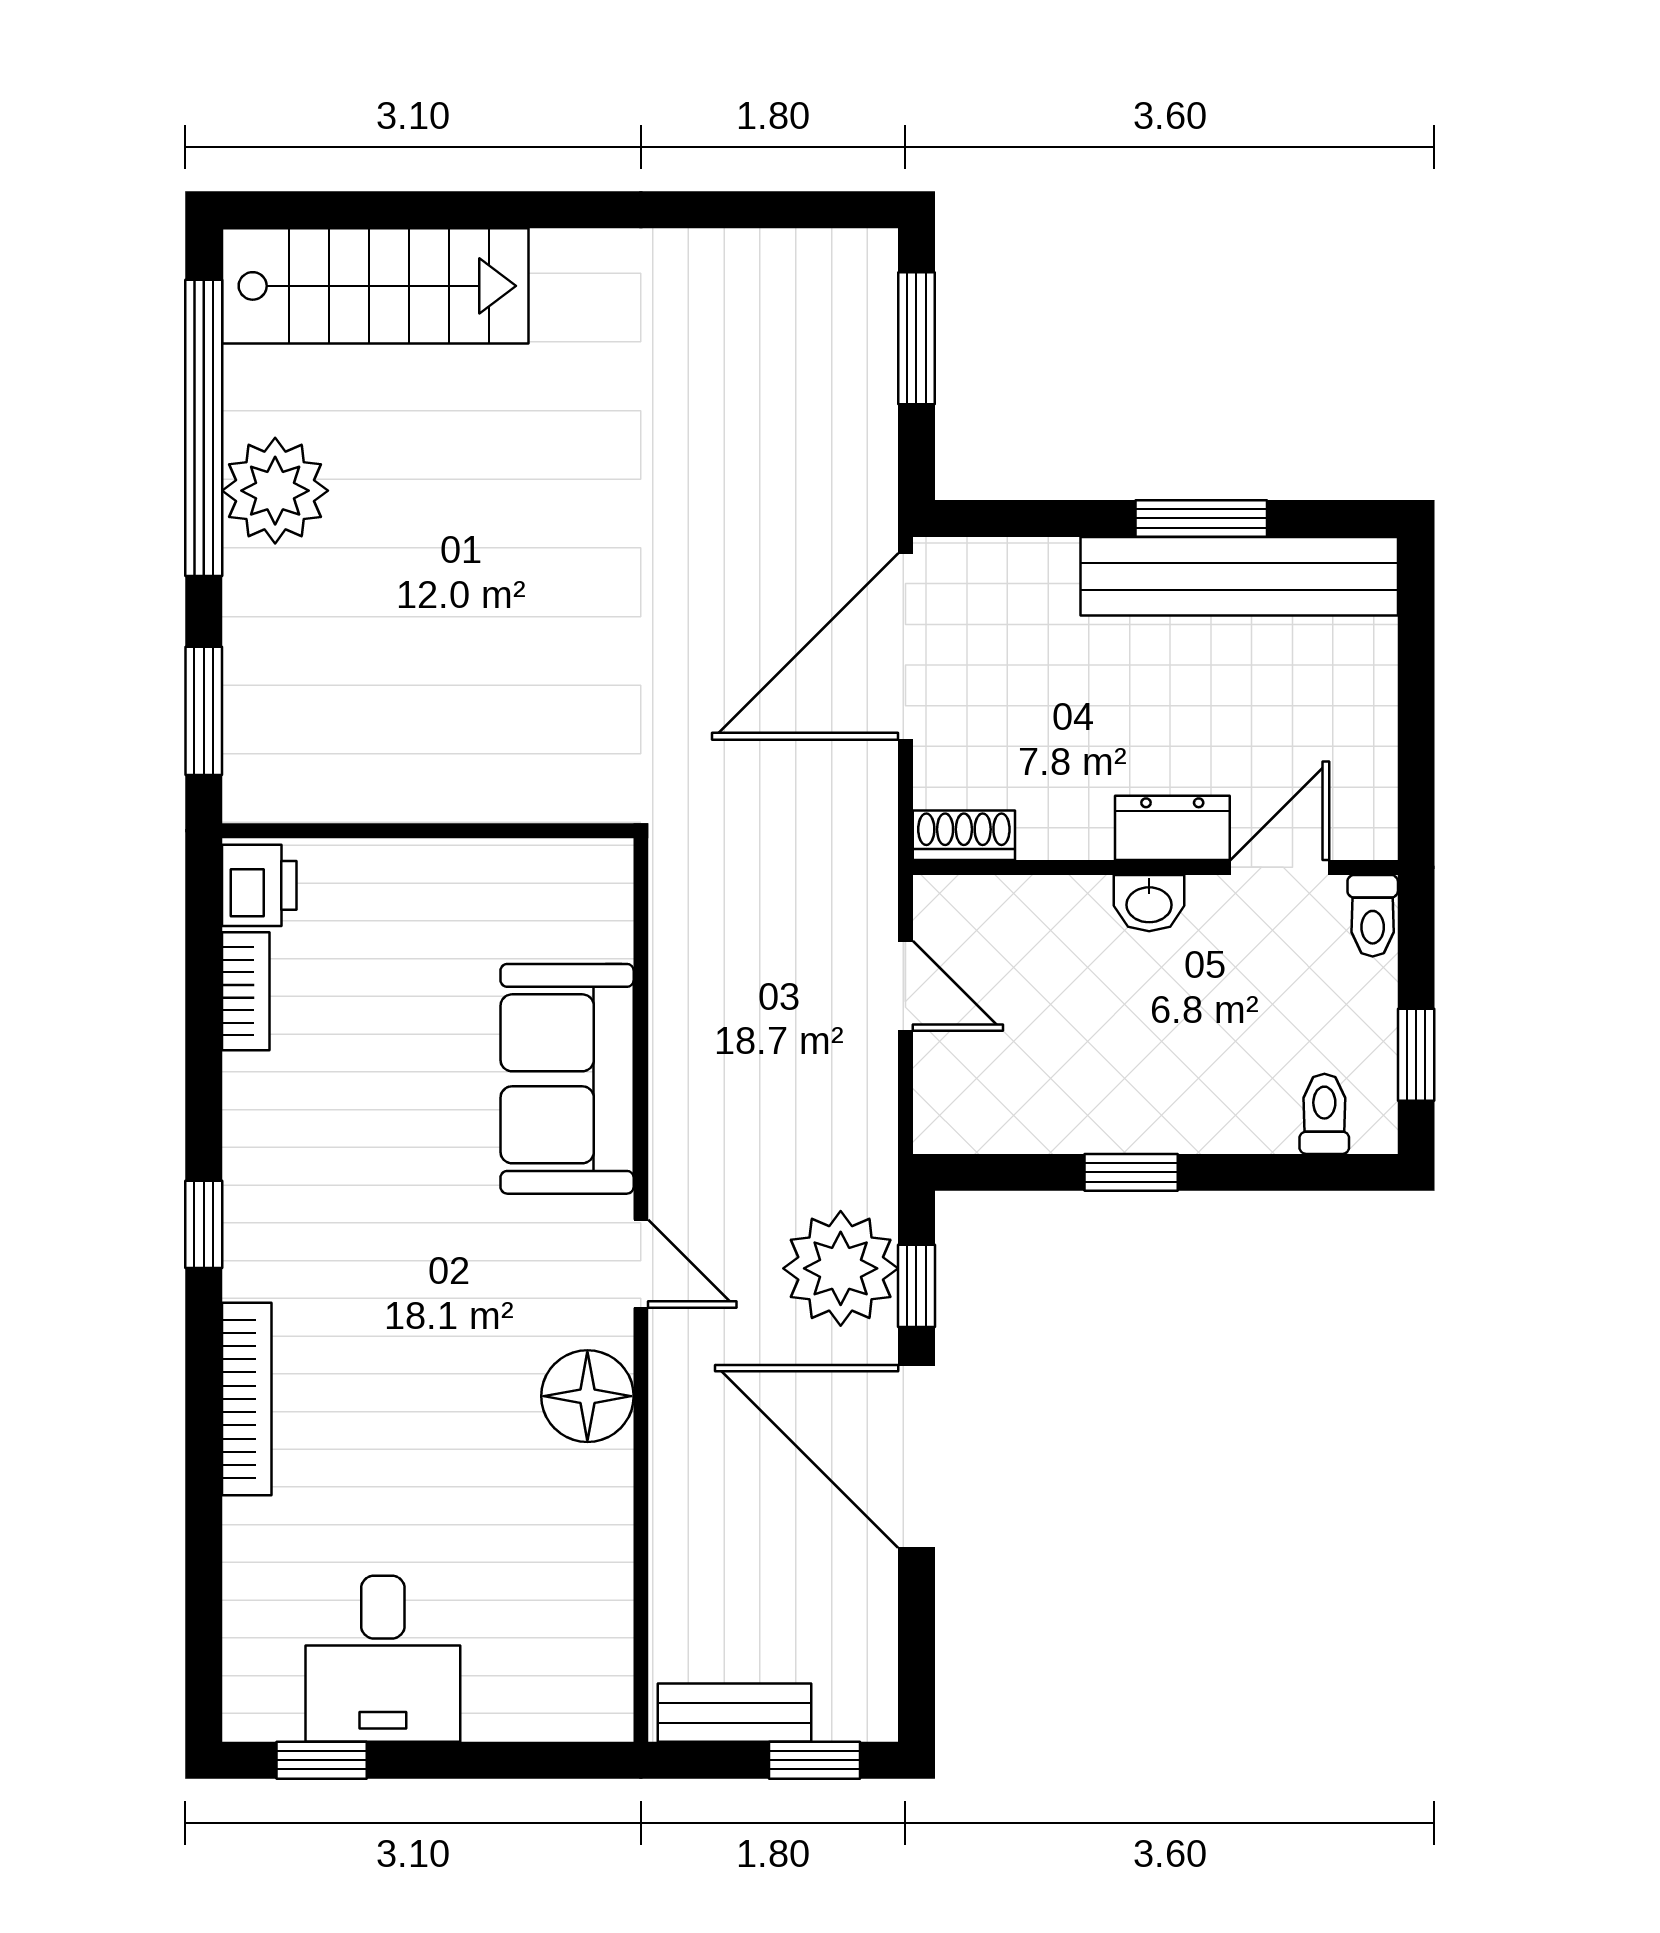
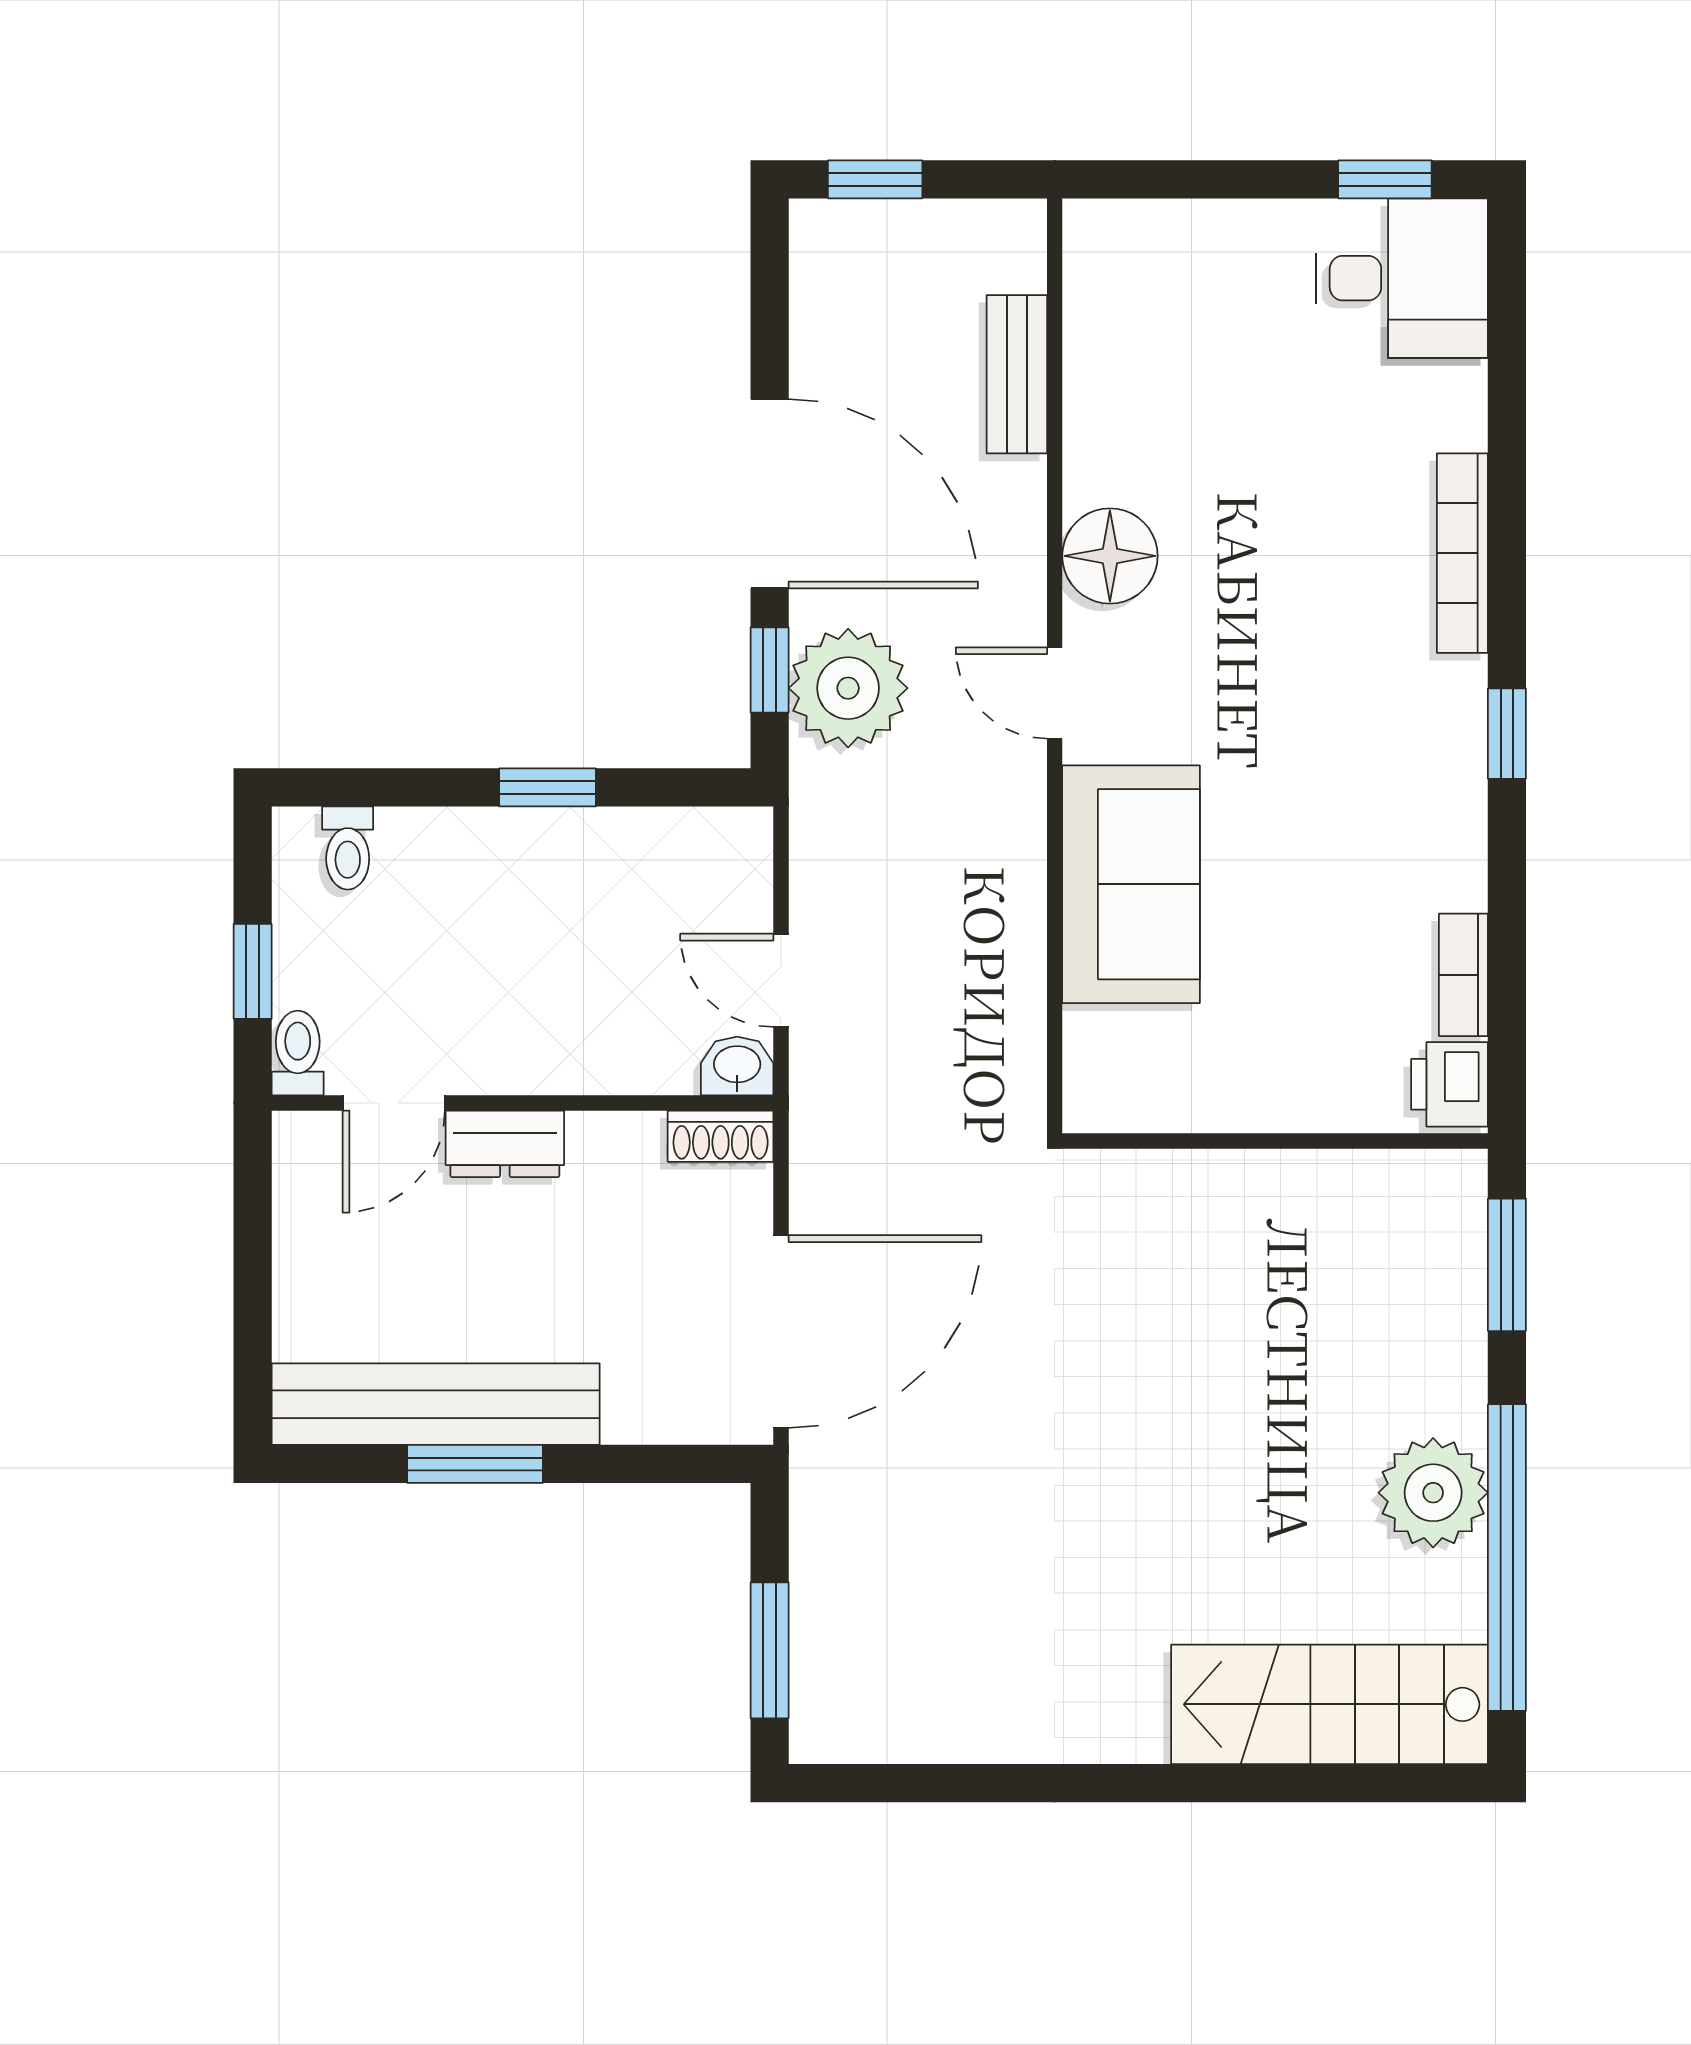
washbasin: (1149, 903) -> (737, 1066), moved
window: (1416, 1055) -> (253, 971), moved
desk: (383, 1659) -> (1402, 278), moved, turned 90
bench: (735, 1713) -> (1017, 374), moved, turned 90

